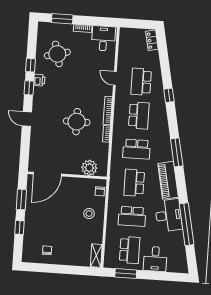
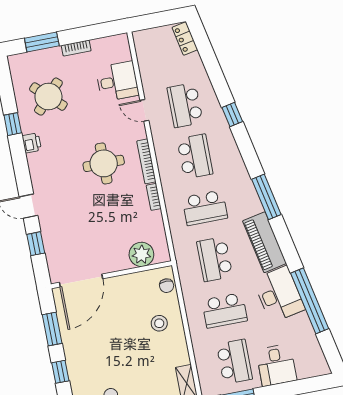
desk: (103, 38) -> (117, 81), moved, turned 90
round table: (57, 54) -> (48, 97), turned -33
window: (29, 88) -> (36, 244), moved
round table: (77, 122) -> (104, 163), moved

